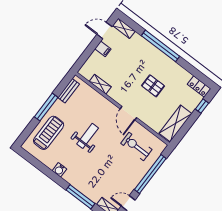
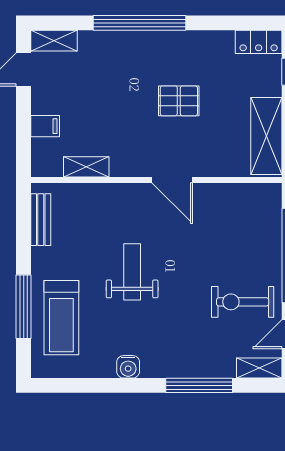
filing cabinet: (103, 49) -> (45, 126), moved
window: (46, 107) -> (24, 307), moved
treadmill: (49, 133) -> (61, 318), turned 180
exercise bike: (136, 146) -> (243, 302), moved

